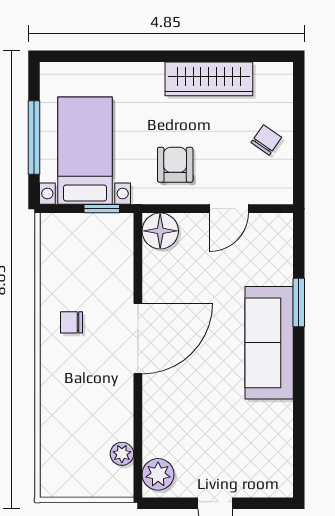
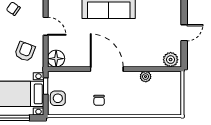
armchair: (175, 165) -> (25, 52), turned 111
side table: (76, 235) -> (58, 98), added
plant: (122, 454) -> (146, 77), moved

